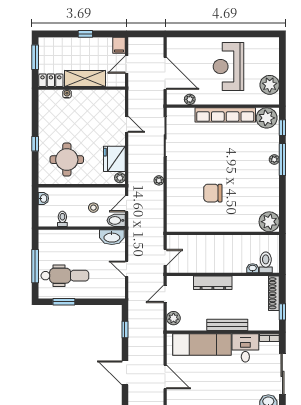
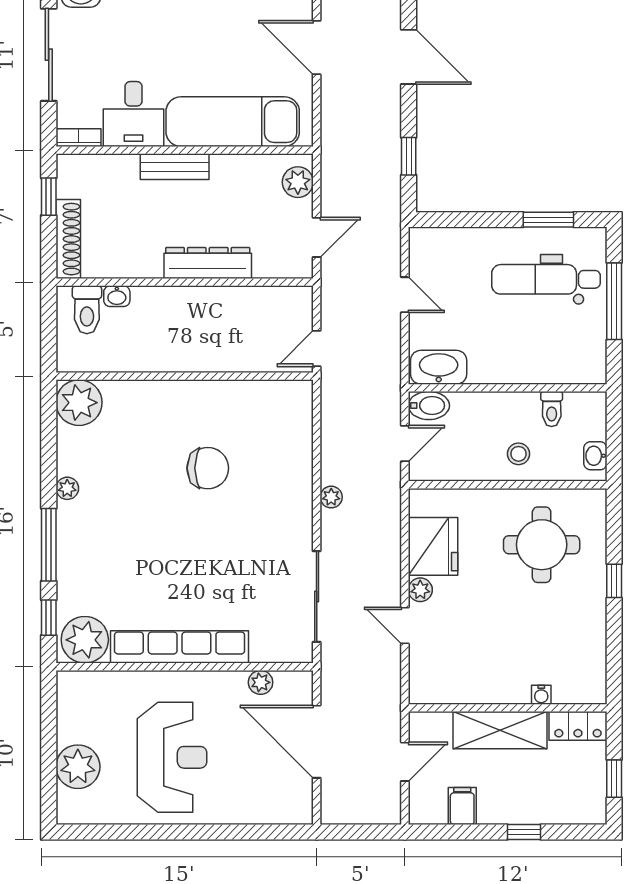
window: (85, 34) -> (524, 832), moved
filing cabinet: (119, 45) -> (462, 806), moved
window: (35, 57) -> (614, 779), width x0.67
plant: (270, 85) -> (78, 767), moved
plant: (274, 159) -> (67, 488), moved
plant: (120, 178) -> (420, 590), moved
stool: (93, 208) -> (519, 454), moved
door: (165, 257) -> (317, 349), moved
bench: (227, 325) -> (175, 167), width x0.73

